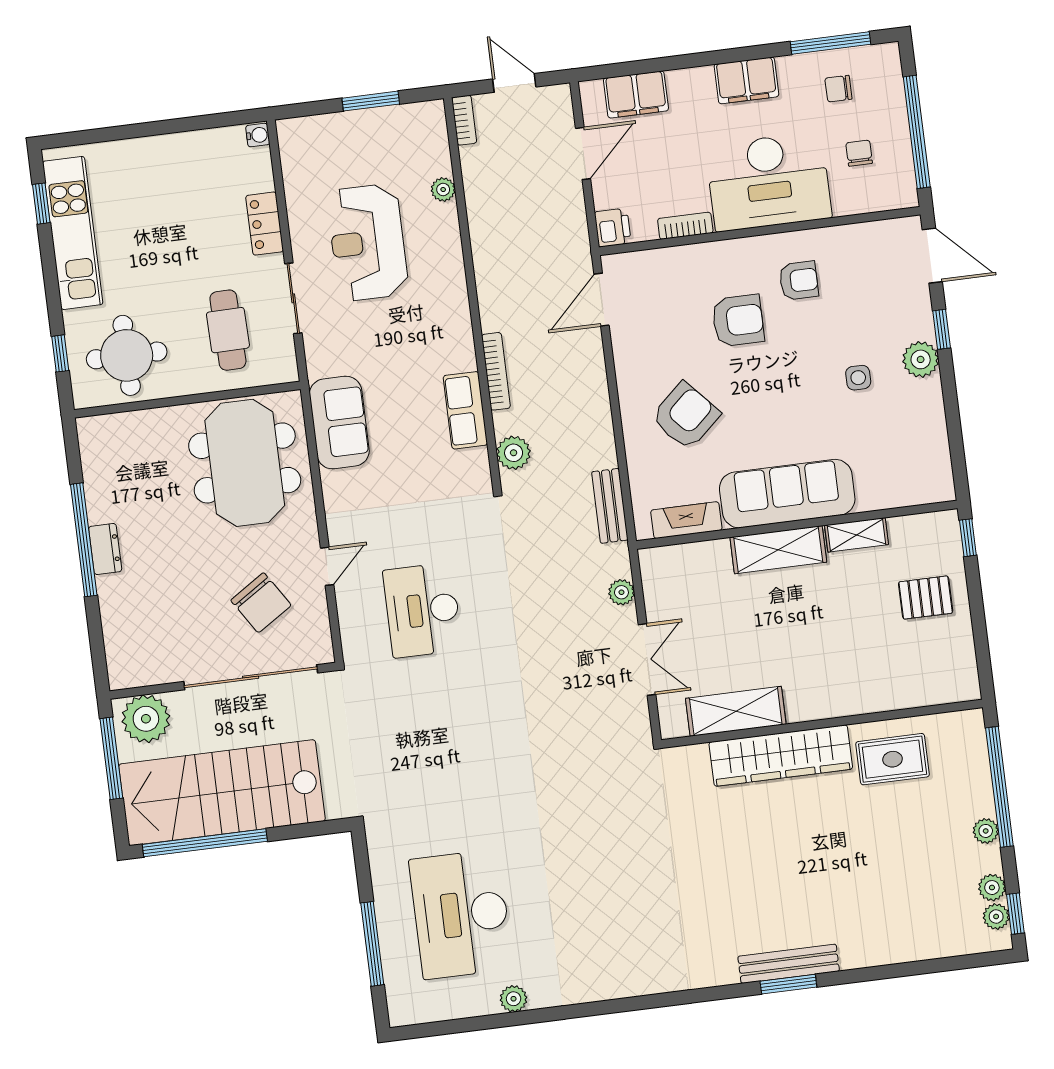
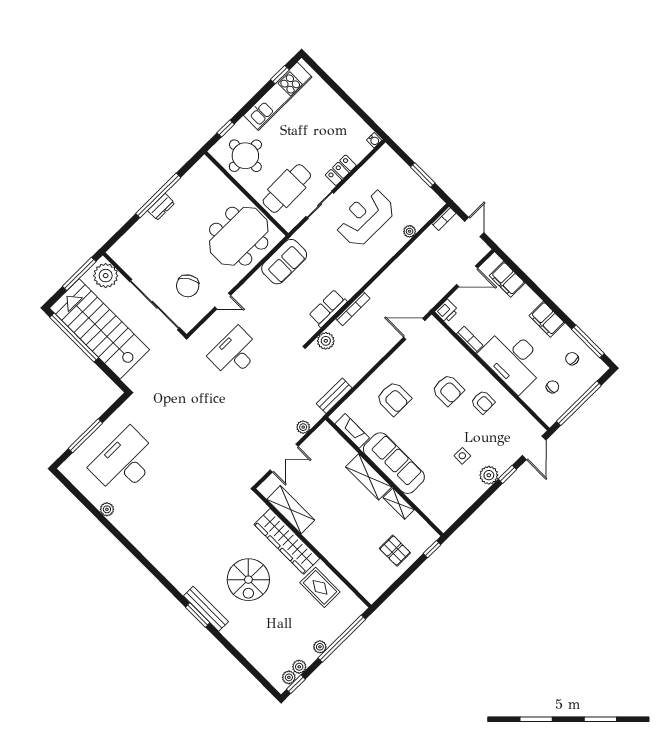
cafe table: (228, 330) -> (287, 188), width x1.37, depth x1.35
armchair: (686, 416) -> (394, 398), turned 42
spiral stairs: (794, 862) -> (248, 580), added

